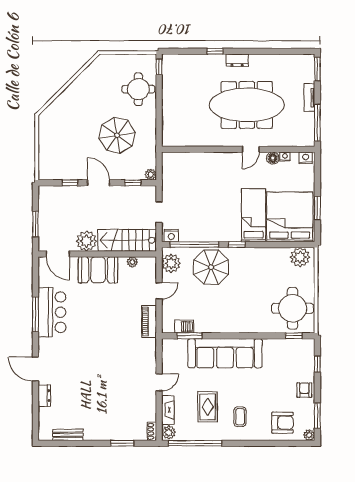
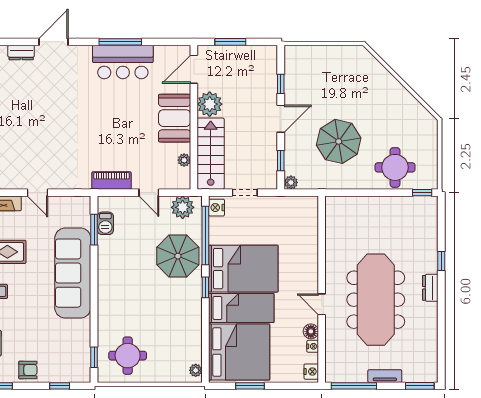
bed: (221, 213) -> (243, 269), added
plant: (300, 257) -> (196, 370), width x0.53, depth x0.53
round table: (293, 308) -> (128, 356), width x0.73, depth x0.73

